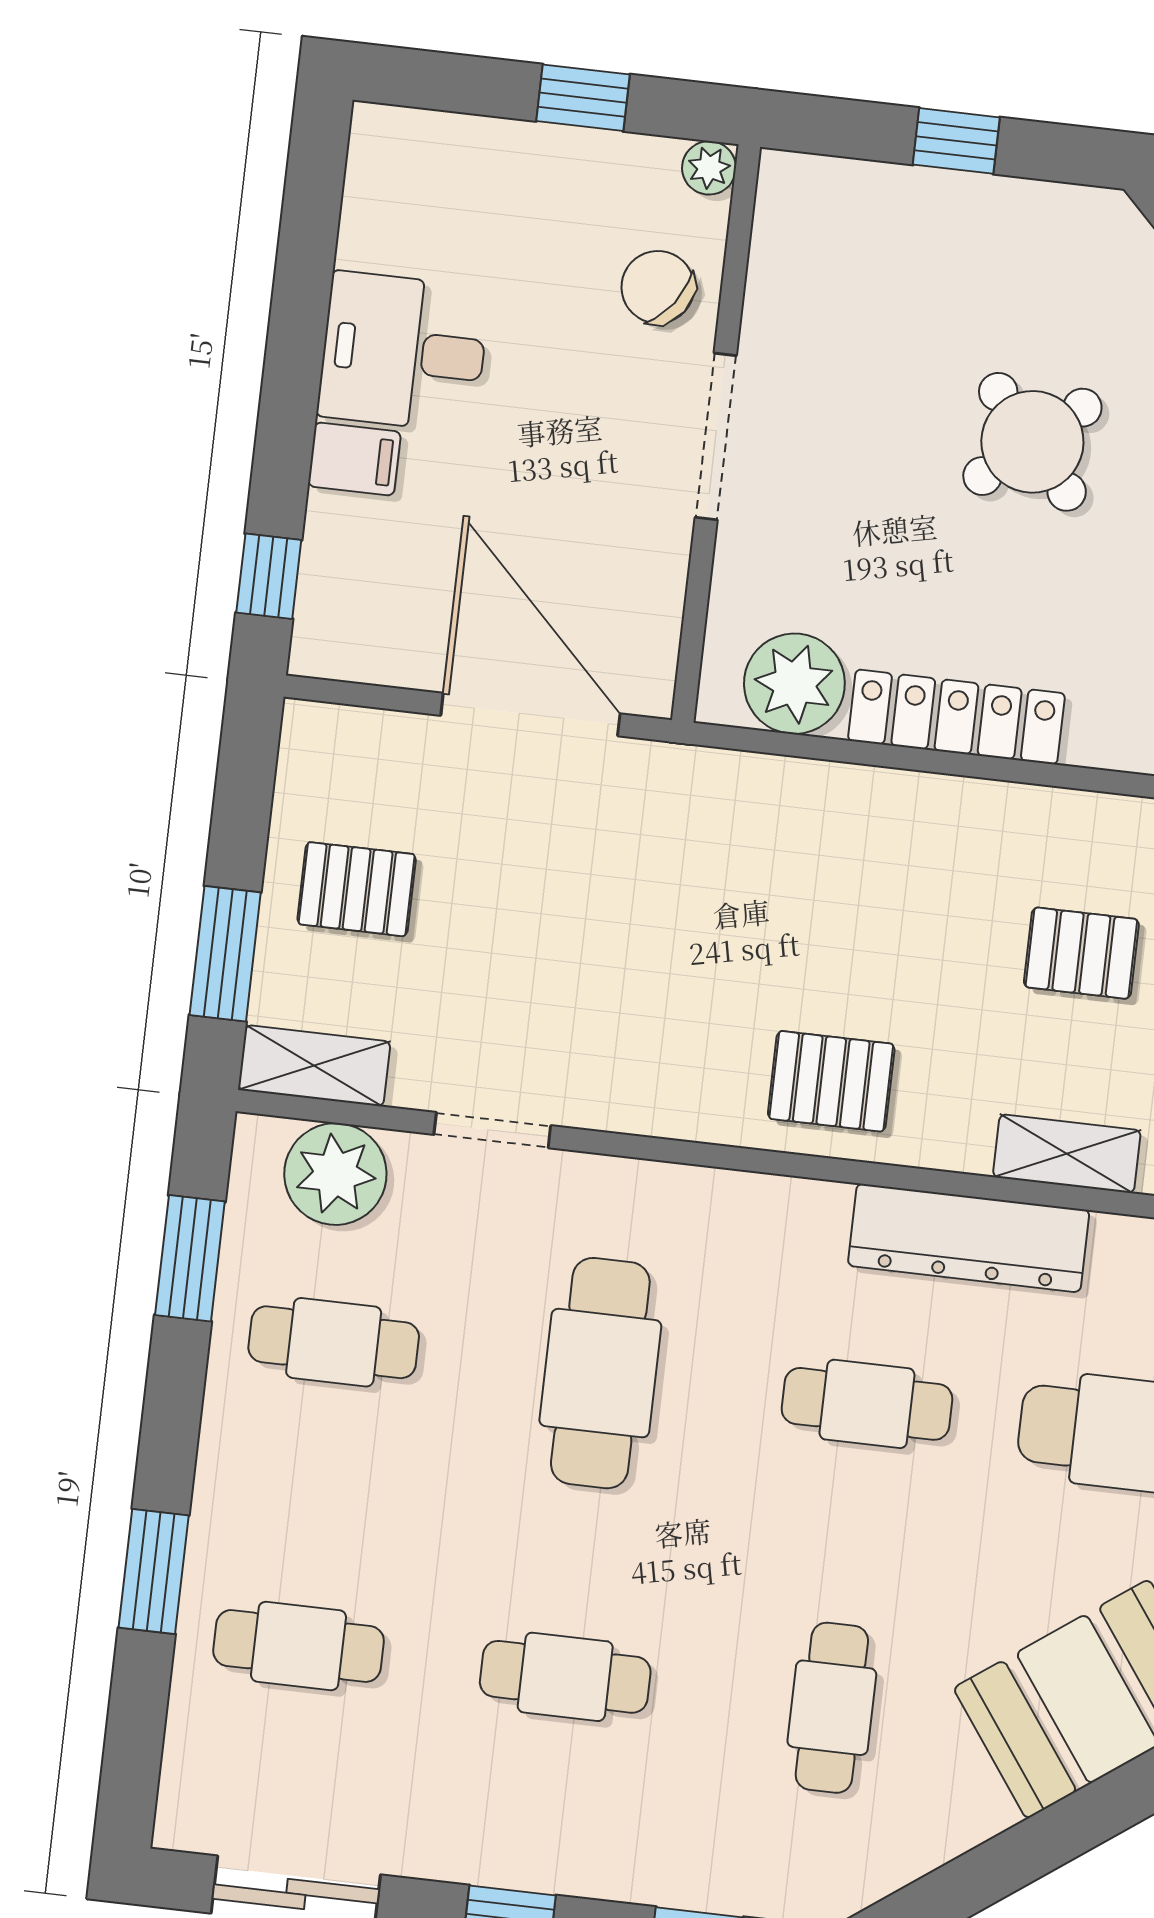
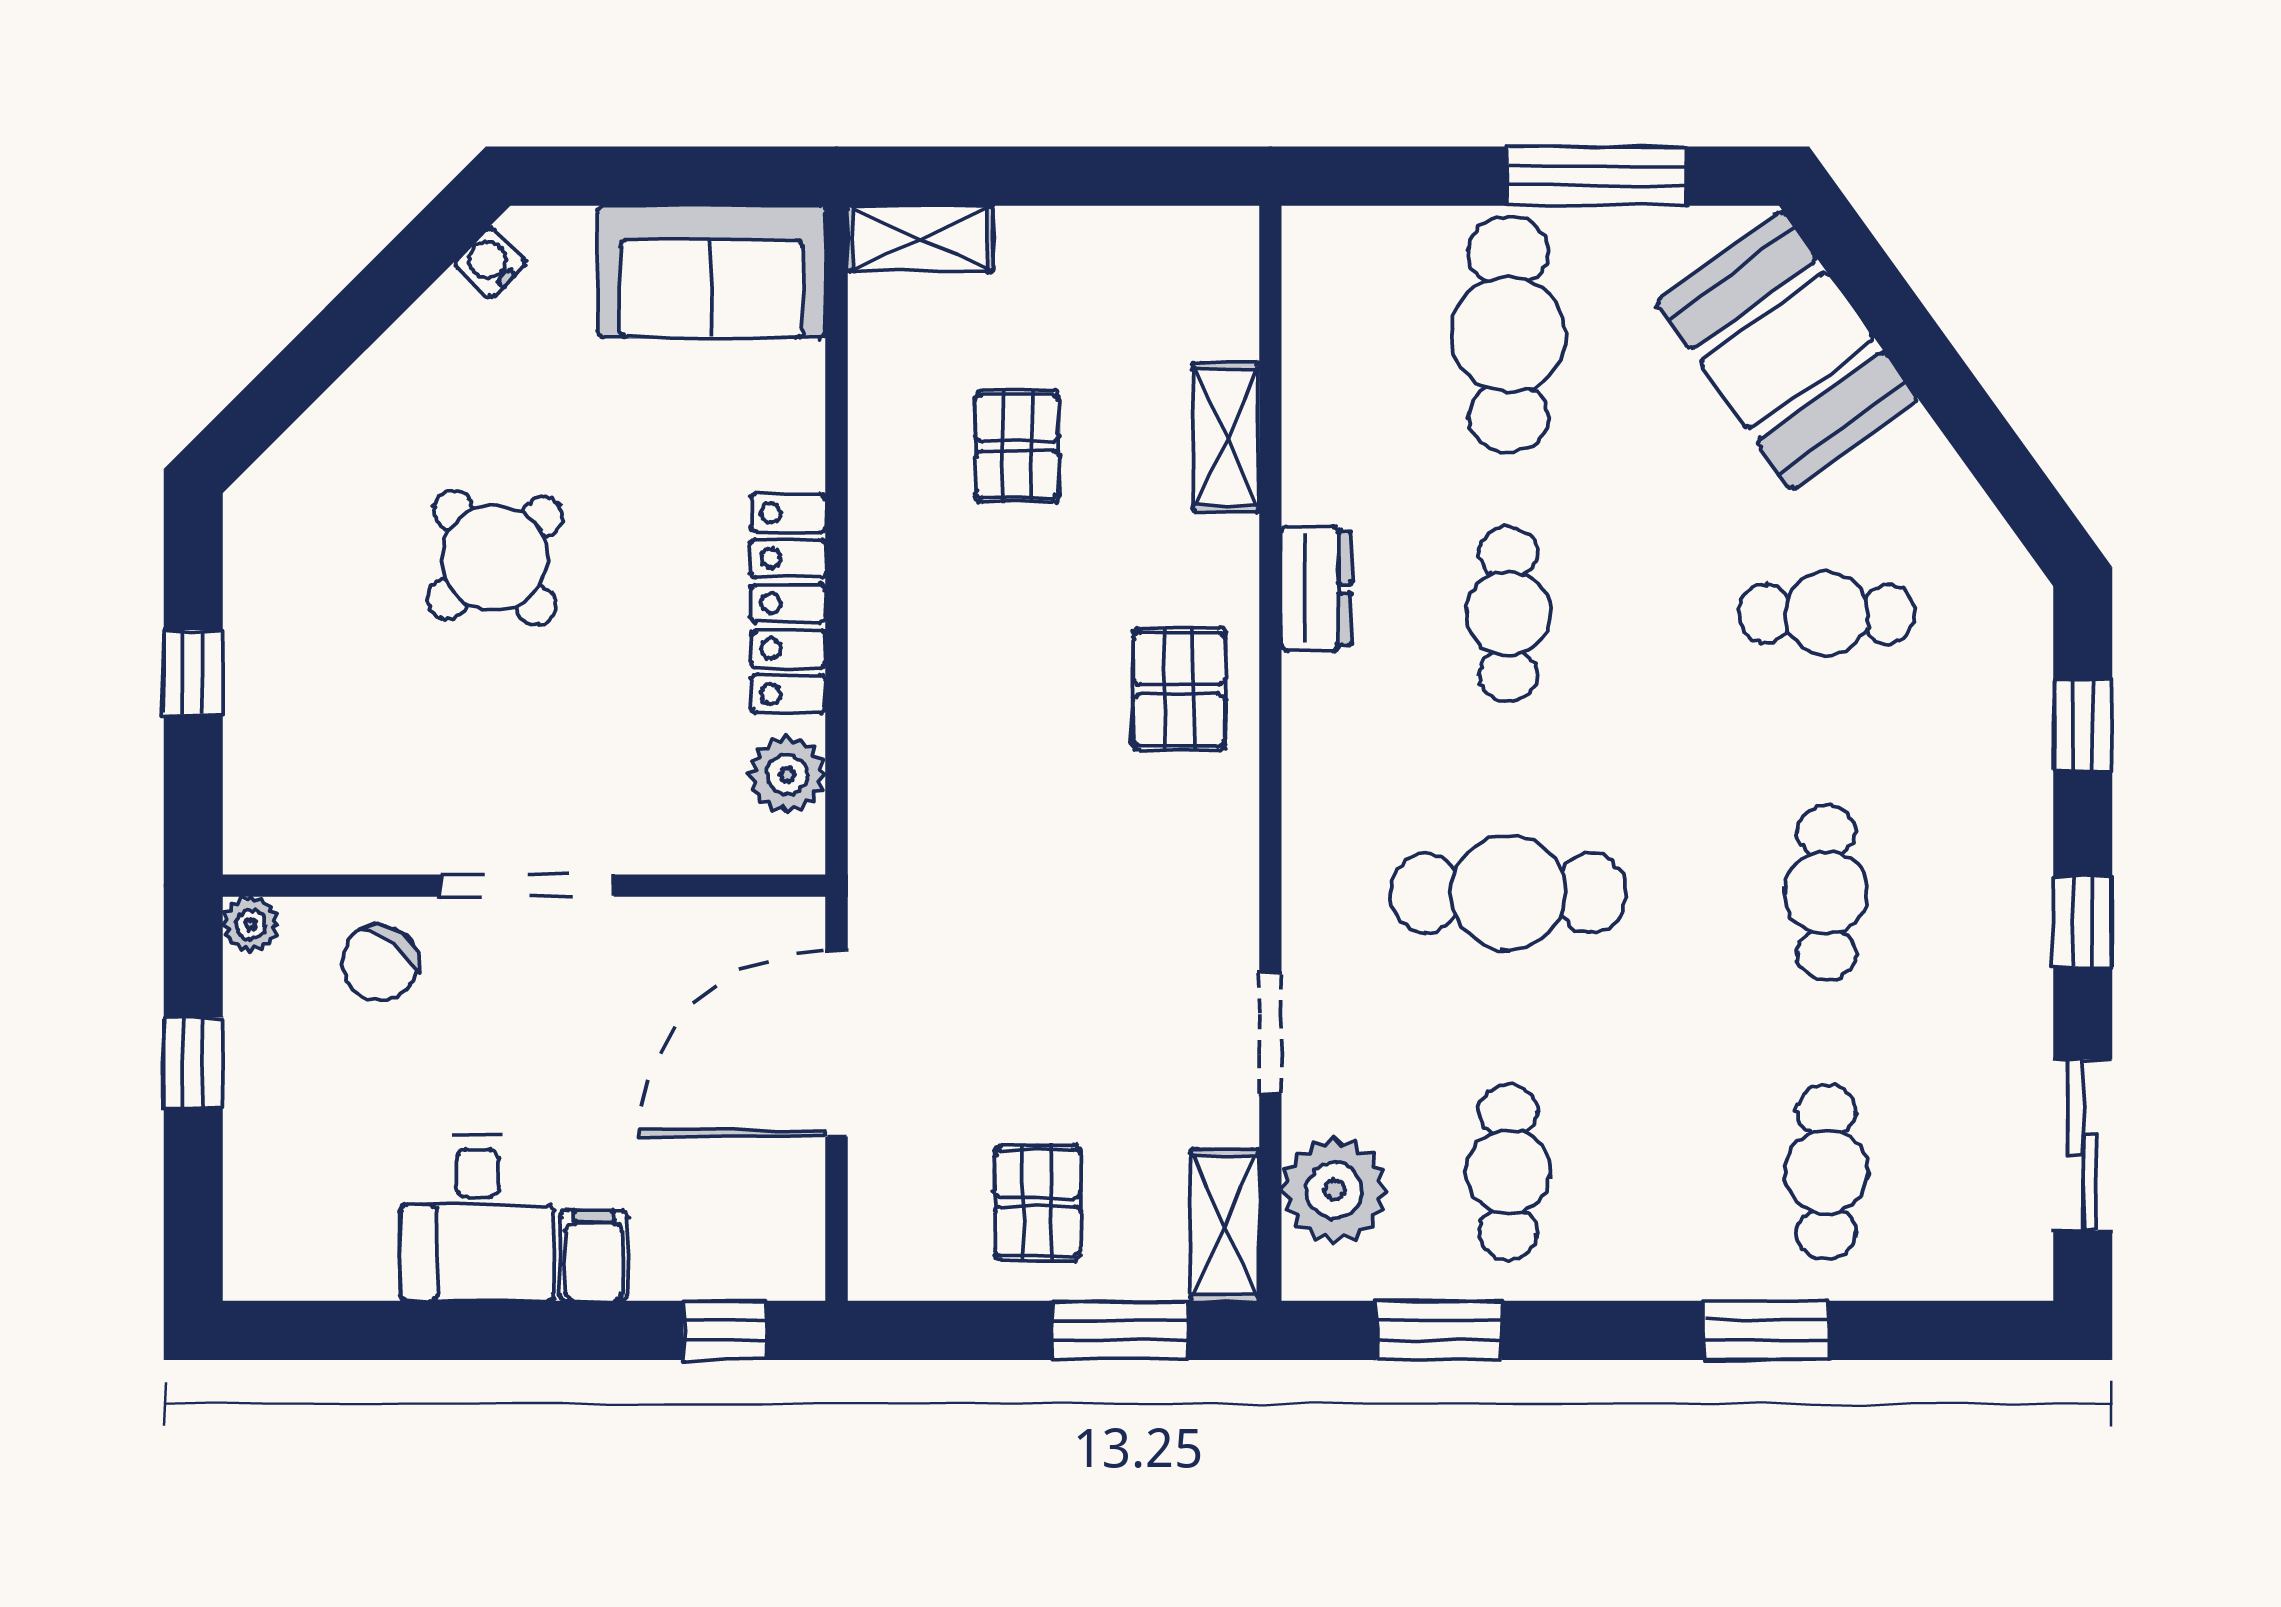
plant: (794, 684) -> (787, 775), width x0.73, depth x0.73
dresser: (969, 1238) -> (1316, 588), width x0.51, depth x0.80

